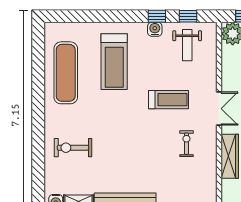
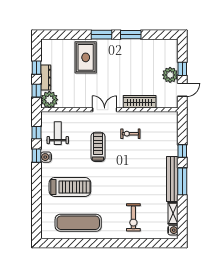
weight bench: (187, 45) -> (58, 133), turned -90

